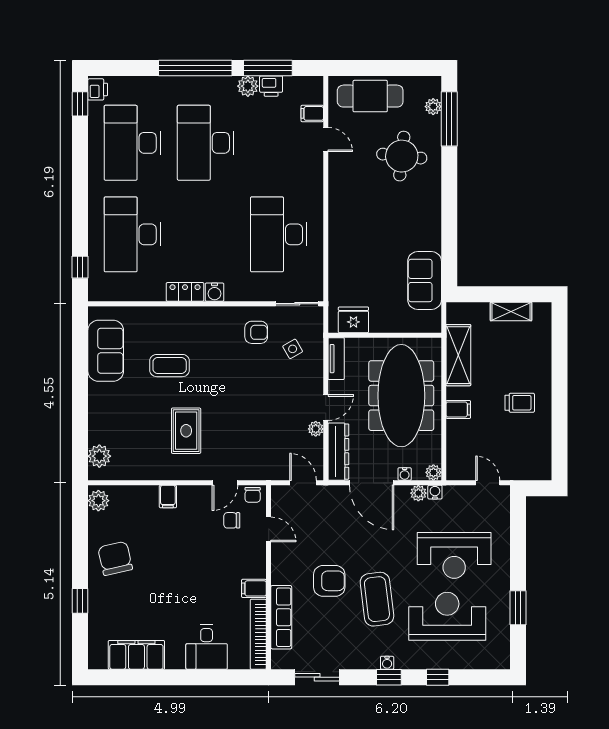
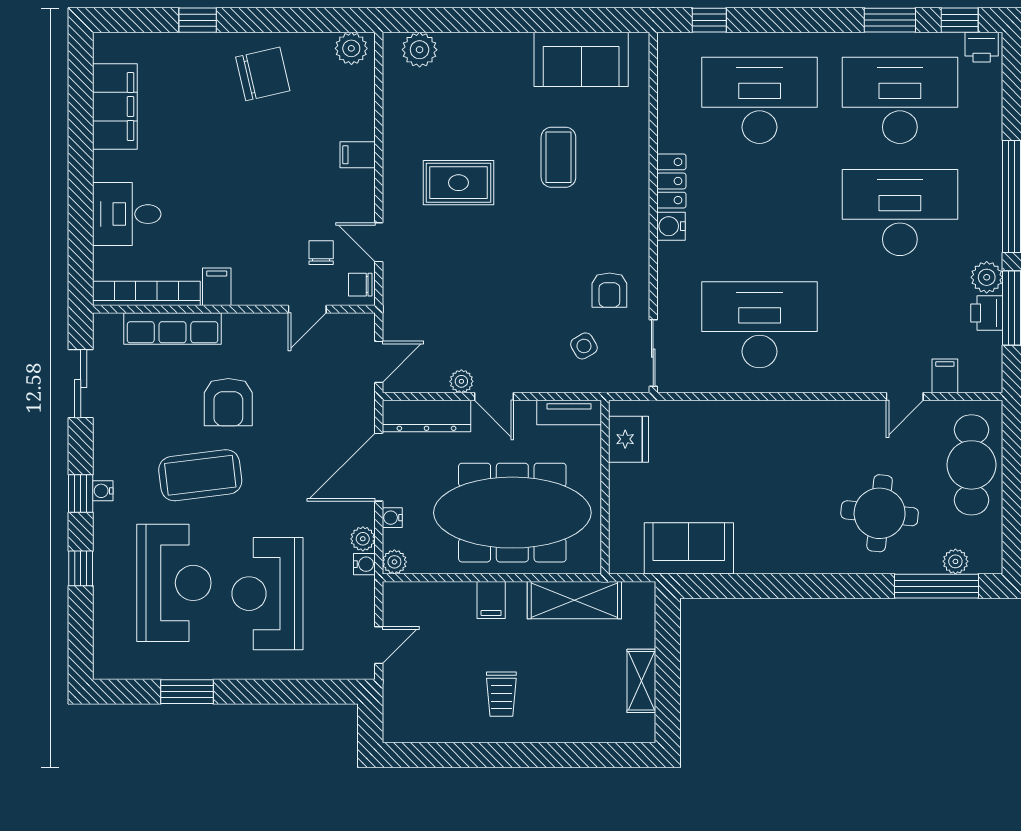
window: (80, 149) -> (890, 20), added

